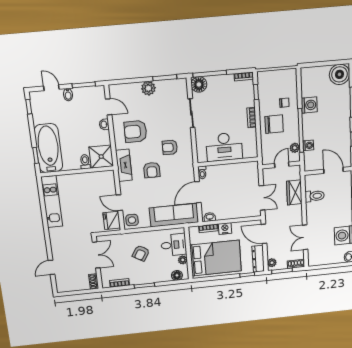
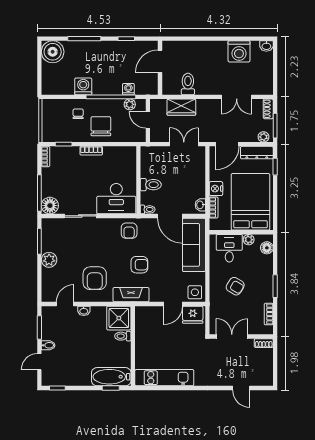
armchair: (170, 147) -> (129, 231), moved
desk: (224, 147) -> (116, 199), moved, turned 90
bathtub: (48, 148) -> (111, 377), width x0.73, depth x0.73
toilet: (224, 173) -> (151, 185), added

